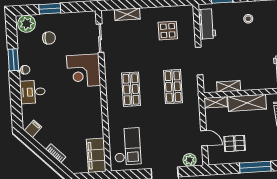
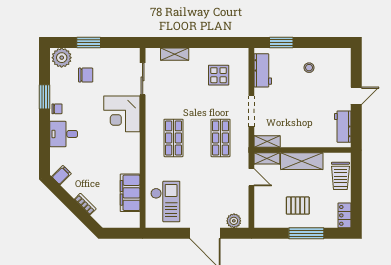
shelving: (229, 86) -> (267, 142), moved
door: (204, 138) -> (251, 177), moved
pallet: (235, 143) -> (298, 206), moved
filing cabinet: (96, 155) -> (130, 193), moved

